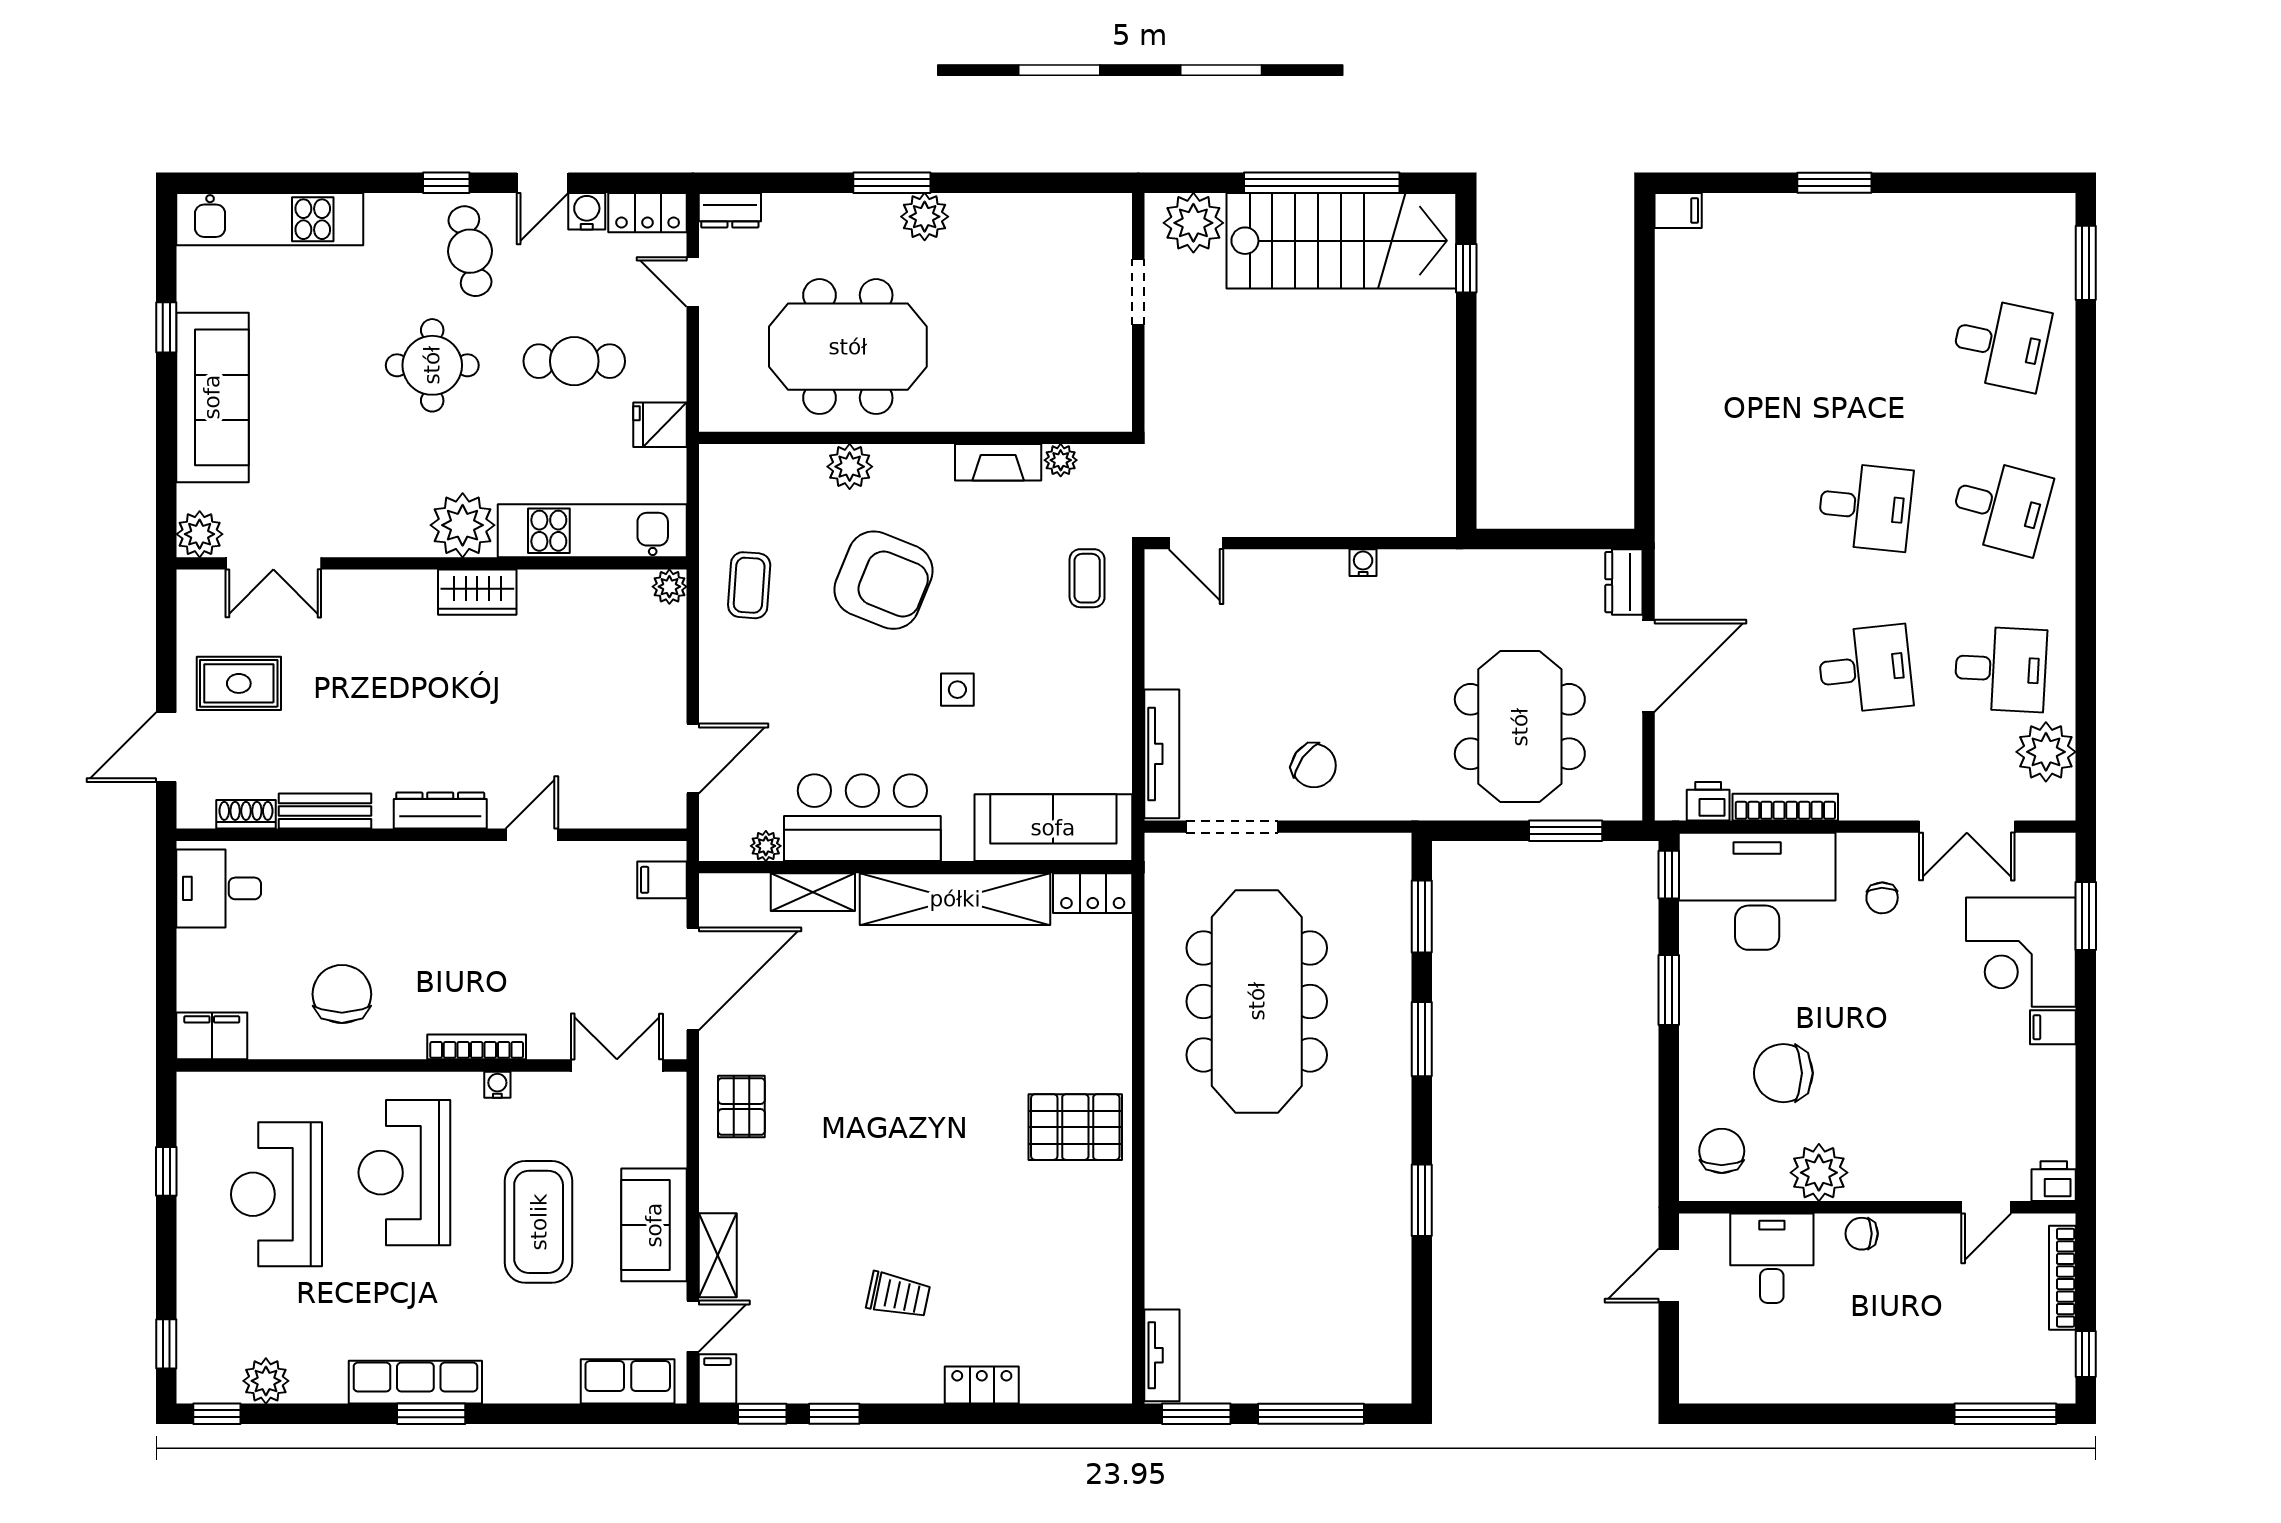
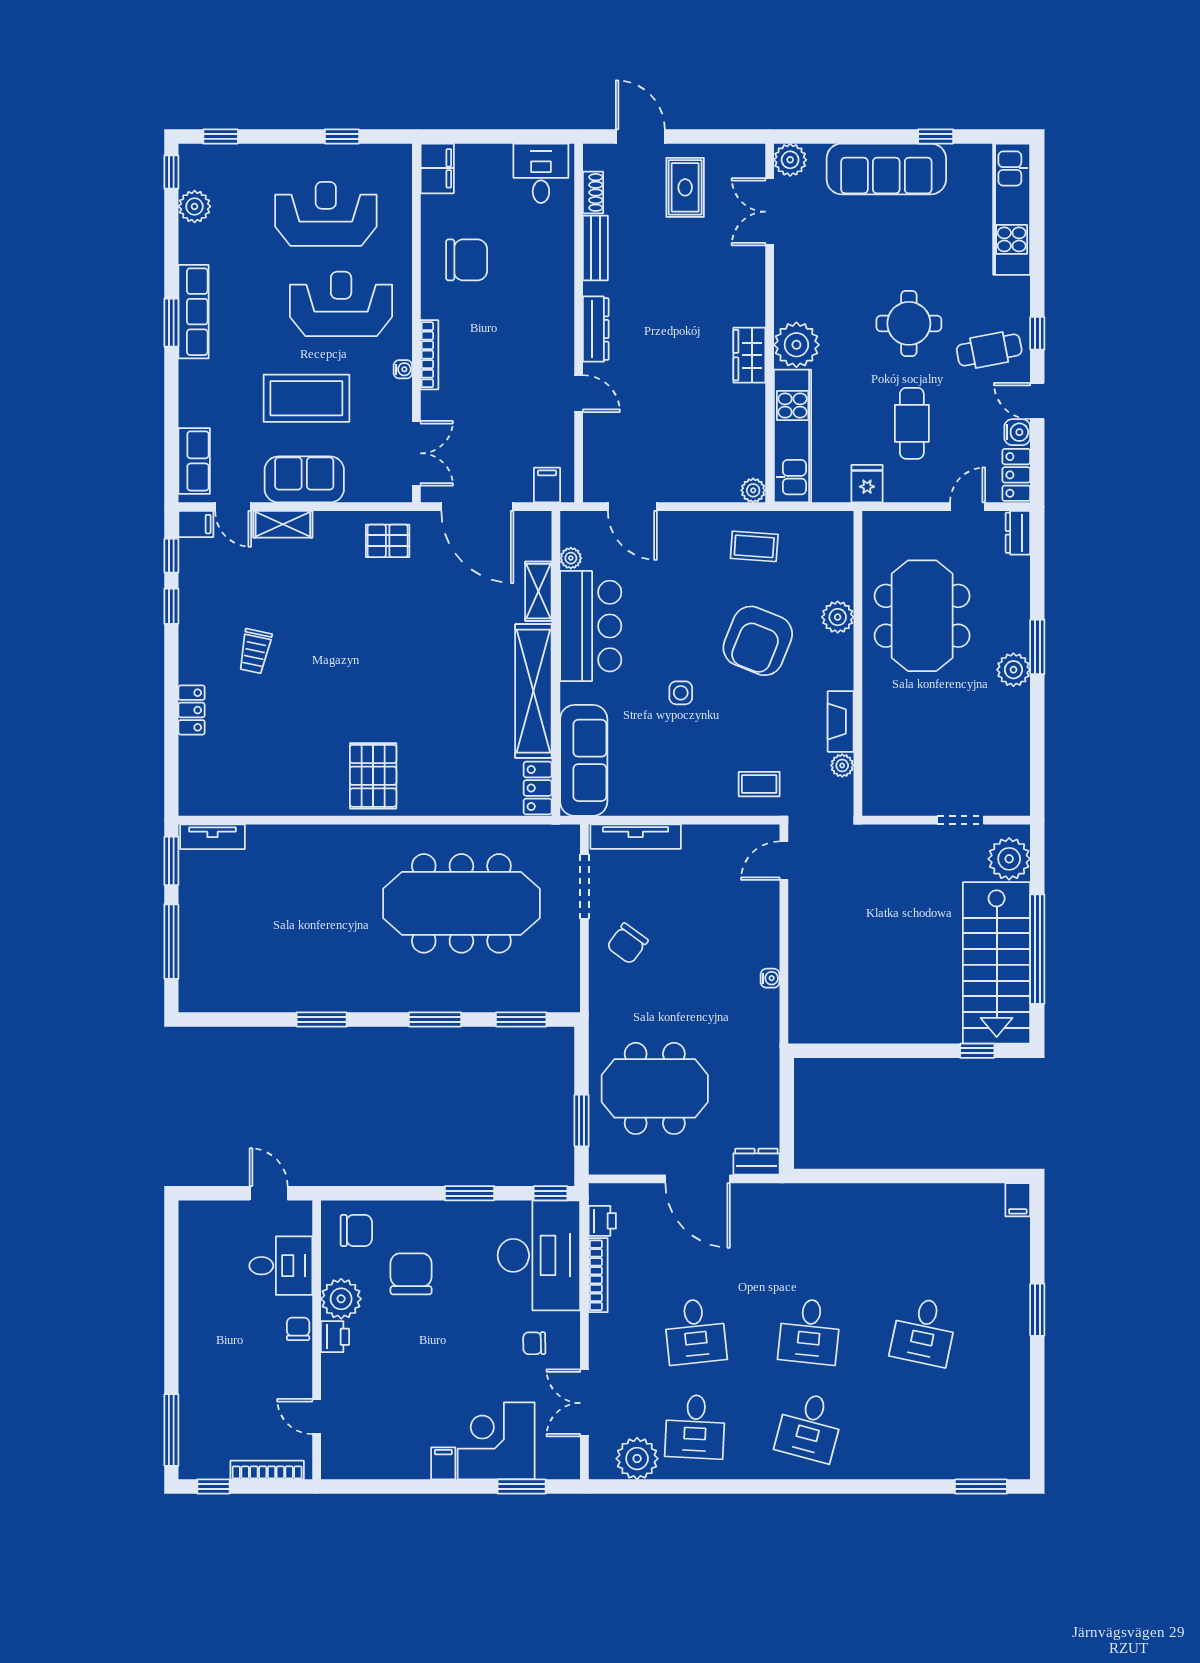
desk: (2001, 344) -> (924, 1331), moved
printer: (2054, 1181) -> (335, 1337), moved

